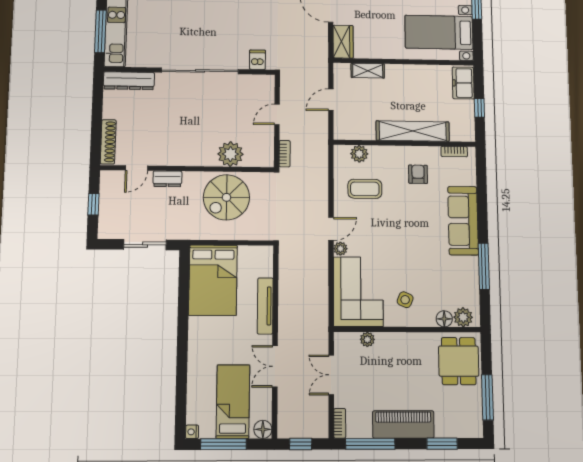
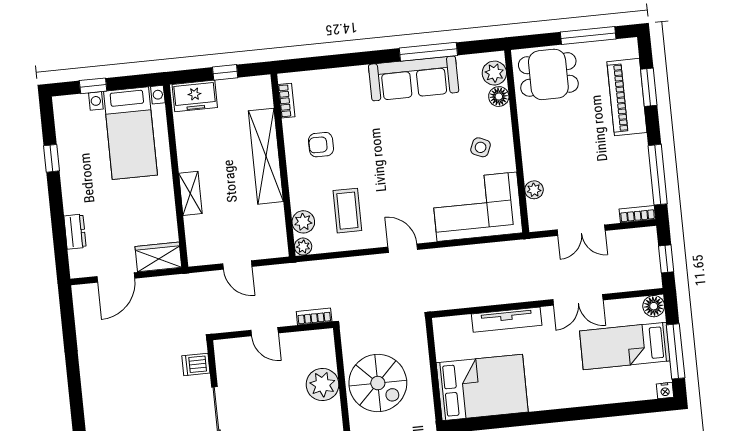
shelving: (368, 71) -> (190, 193), moved
sofa: (463, 221) -> (414, 78), moved
plant: (340, 249) -> (303, 247), moved
piano: (403, 424) -> (627, 97), moved

